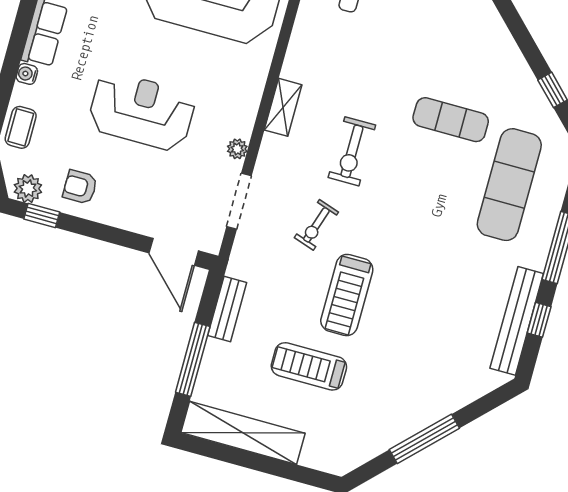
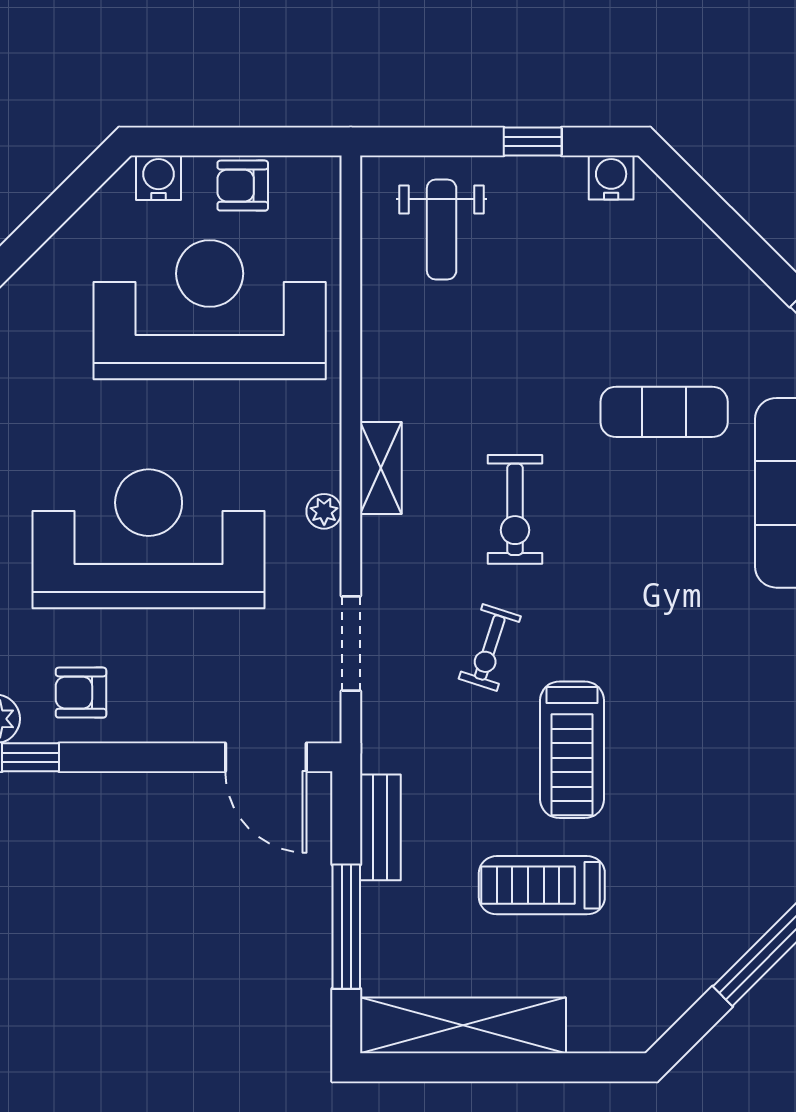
reception desk: (142, 111) -> (149, 539), width x1.36, depth x1.30
plant: (237, 149) -> (324, 511), moved

